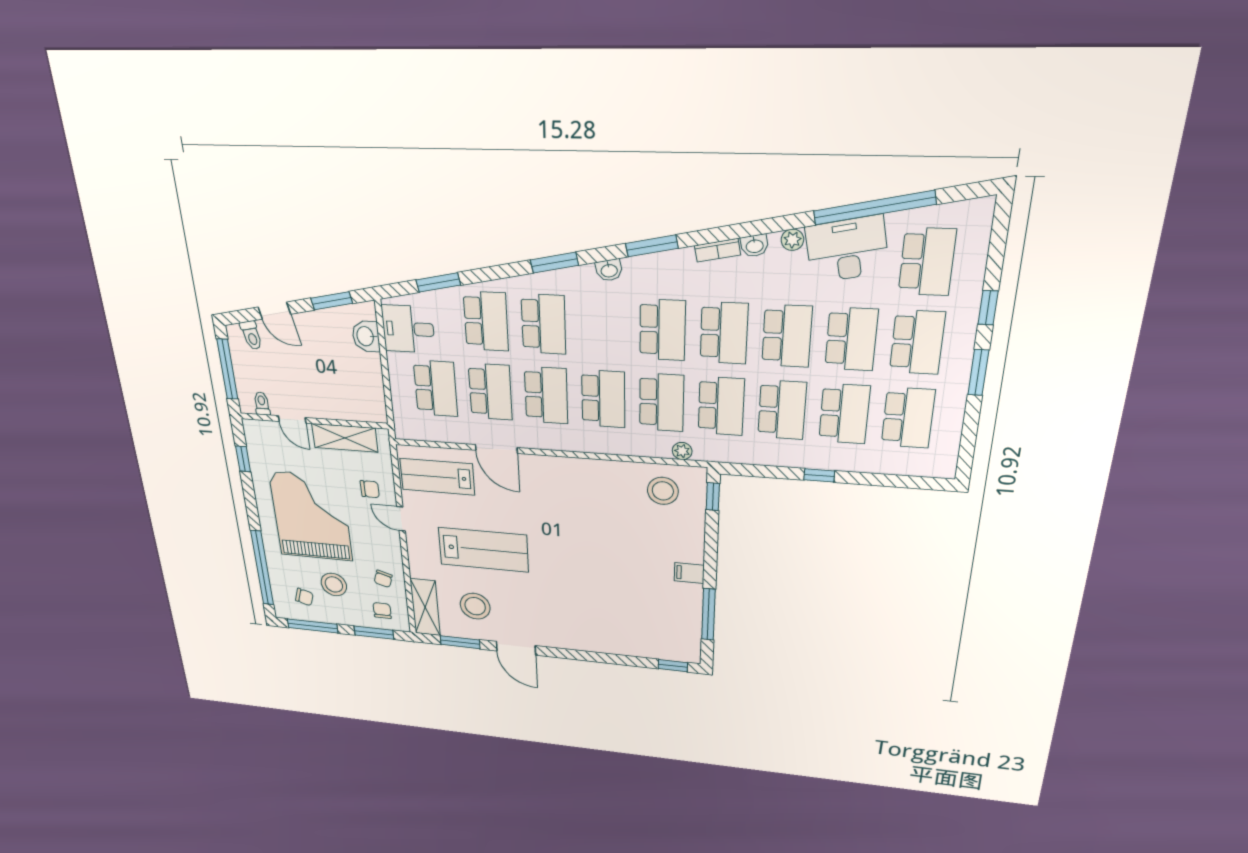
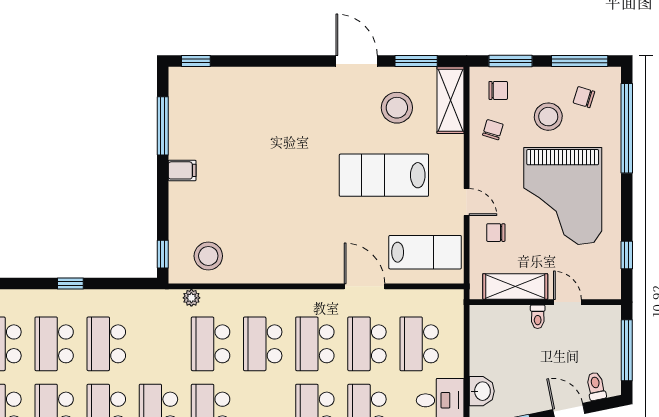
toilet: (262, 404) -> (538, 317), moved
school desk: (721, 406) -> (158, 344), removed
chair: (382, 610) -> (498, 90), turned -90

